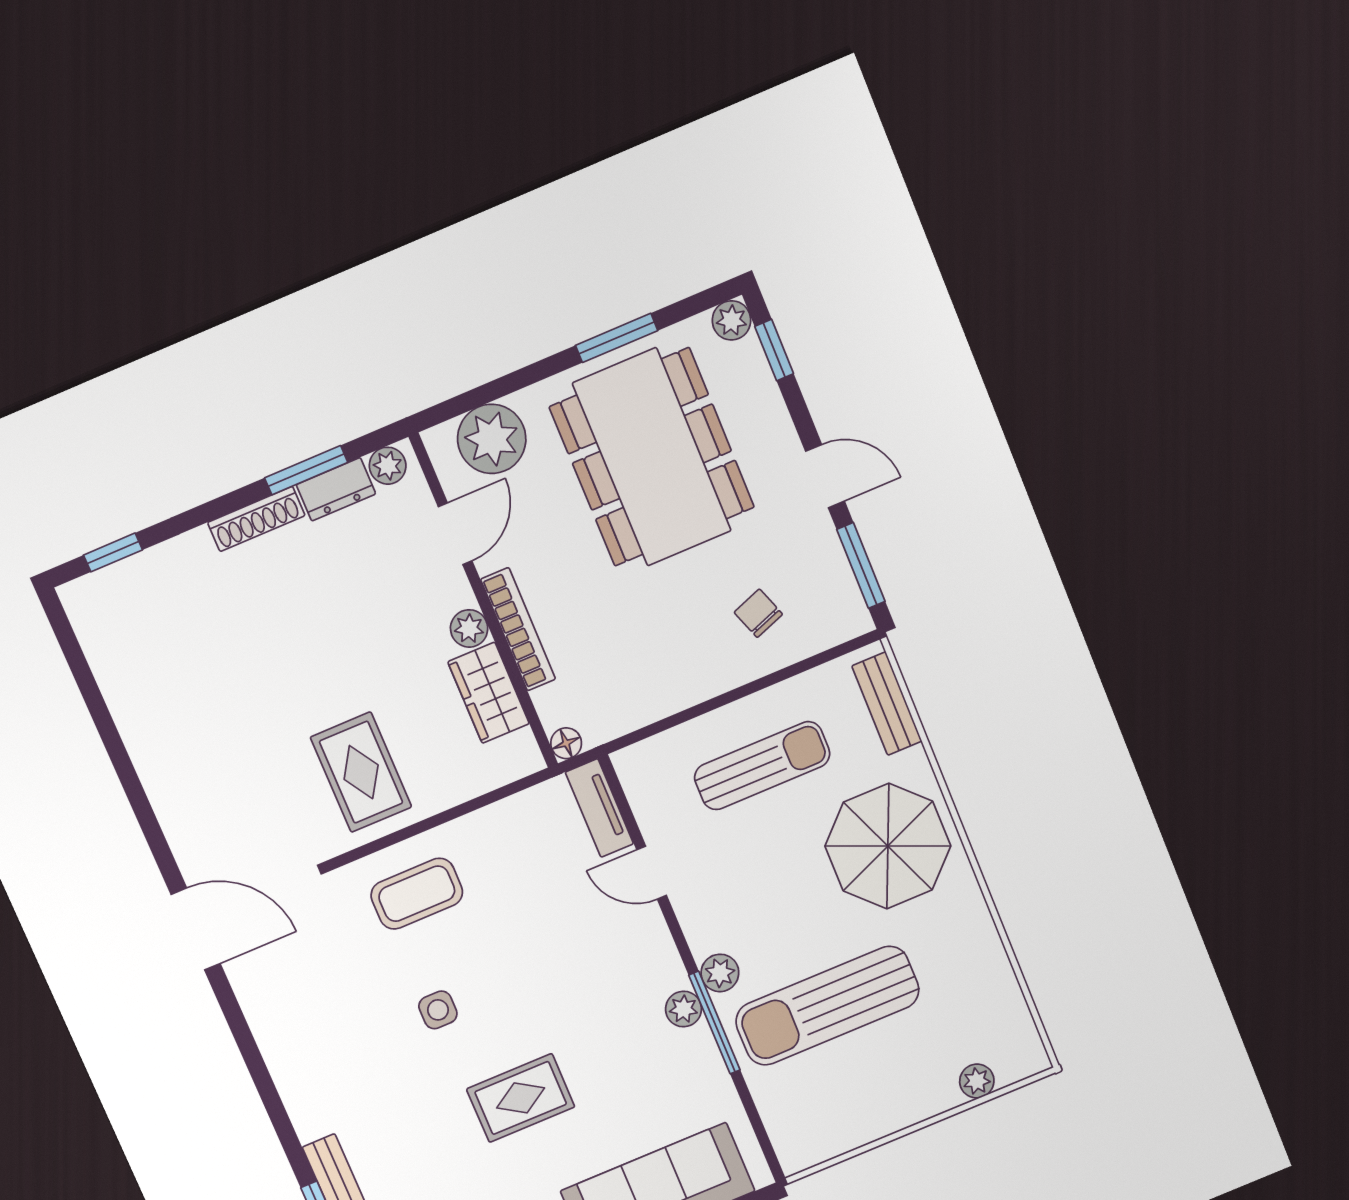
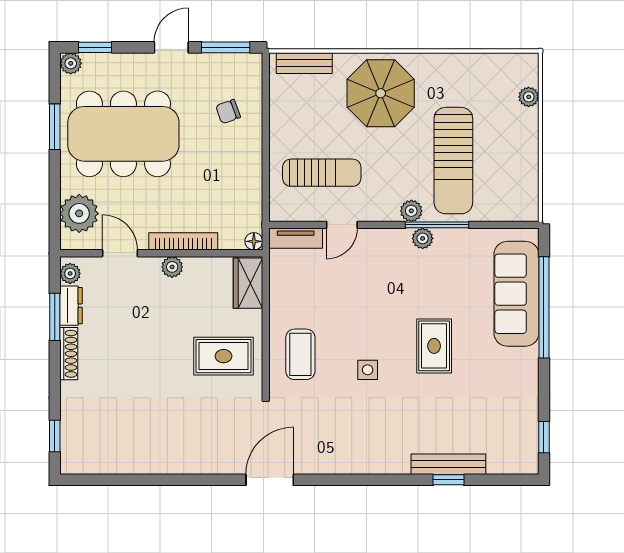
wardrobe: (489, 693) -> (248, 283), moved, turned 90
sun lounger: (762, 766) -> (322, 173), moved, turned 90

